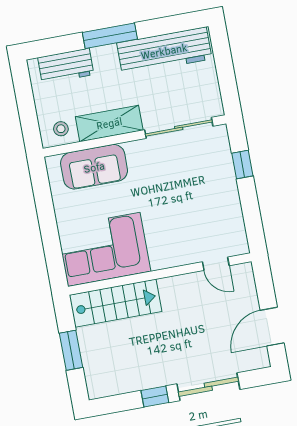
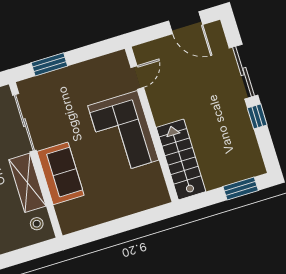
window: (242, 164) -> (49, 64), width x1.50
sofa: (94, 167) -> (61, 173), moved
corner sofa: (104, 249) -> (123, 133), moved
window: (71, 350) -> (241, 188), moved

